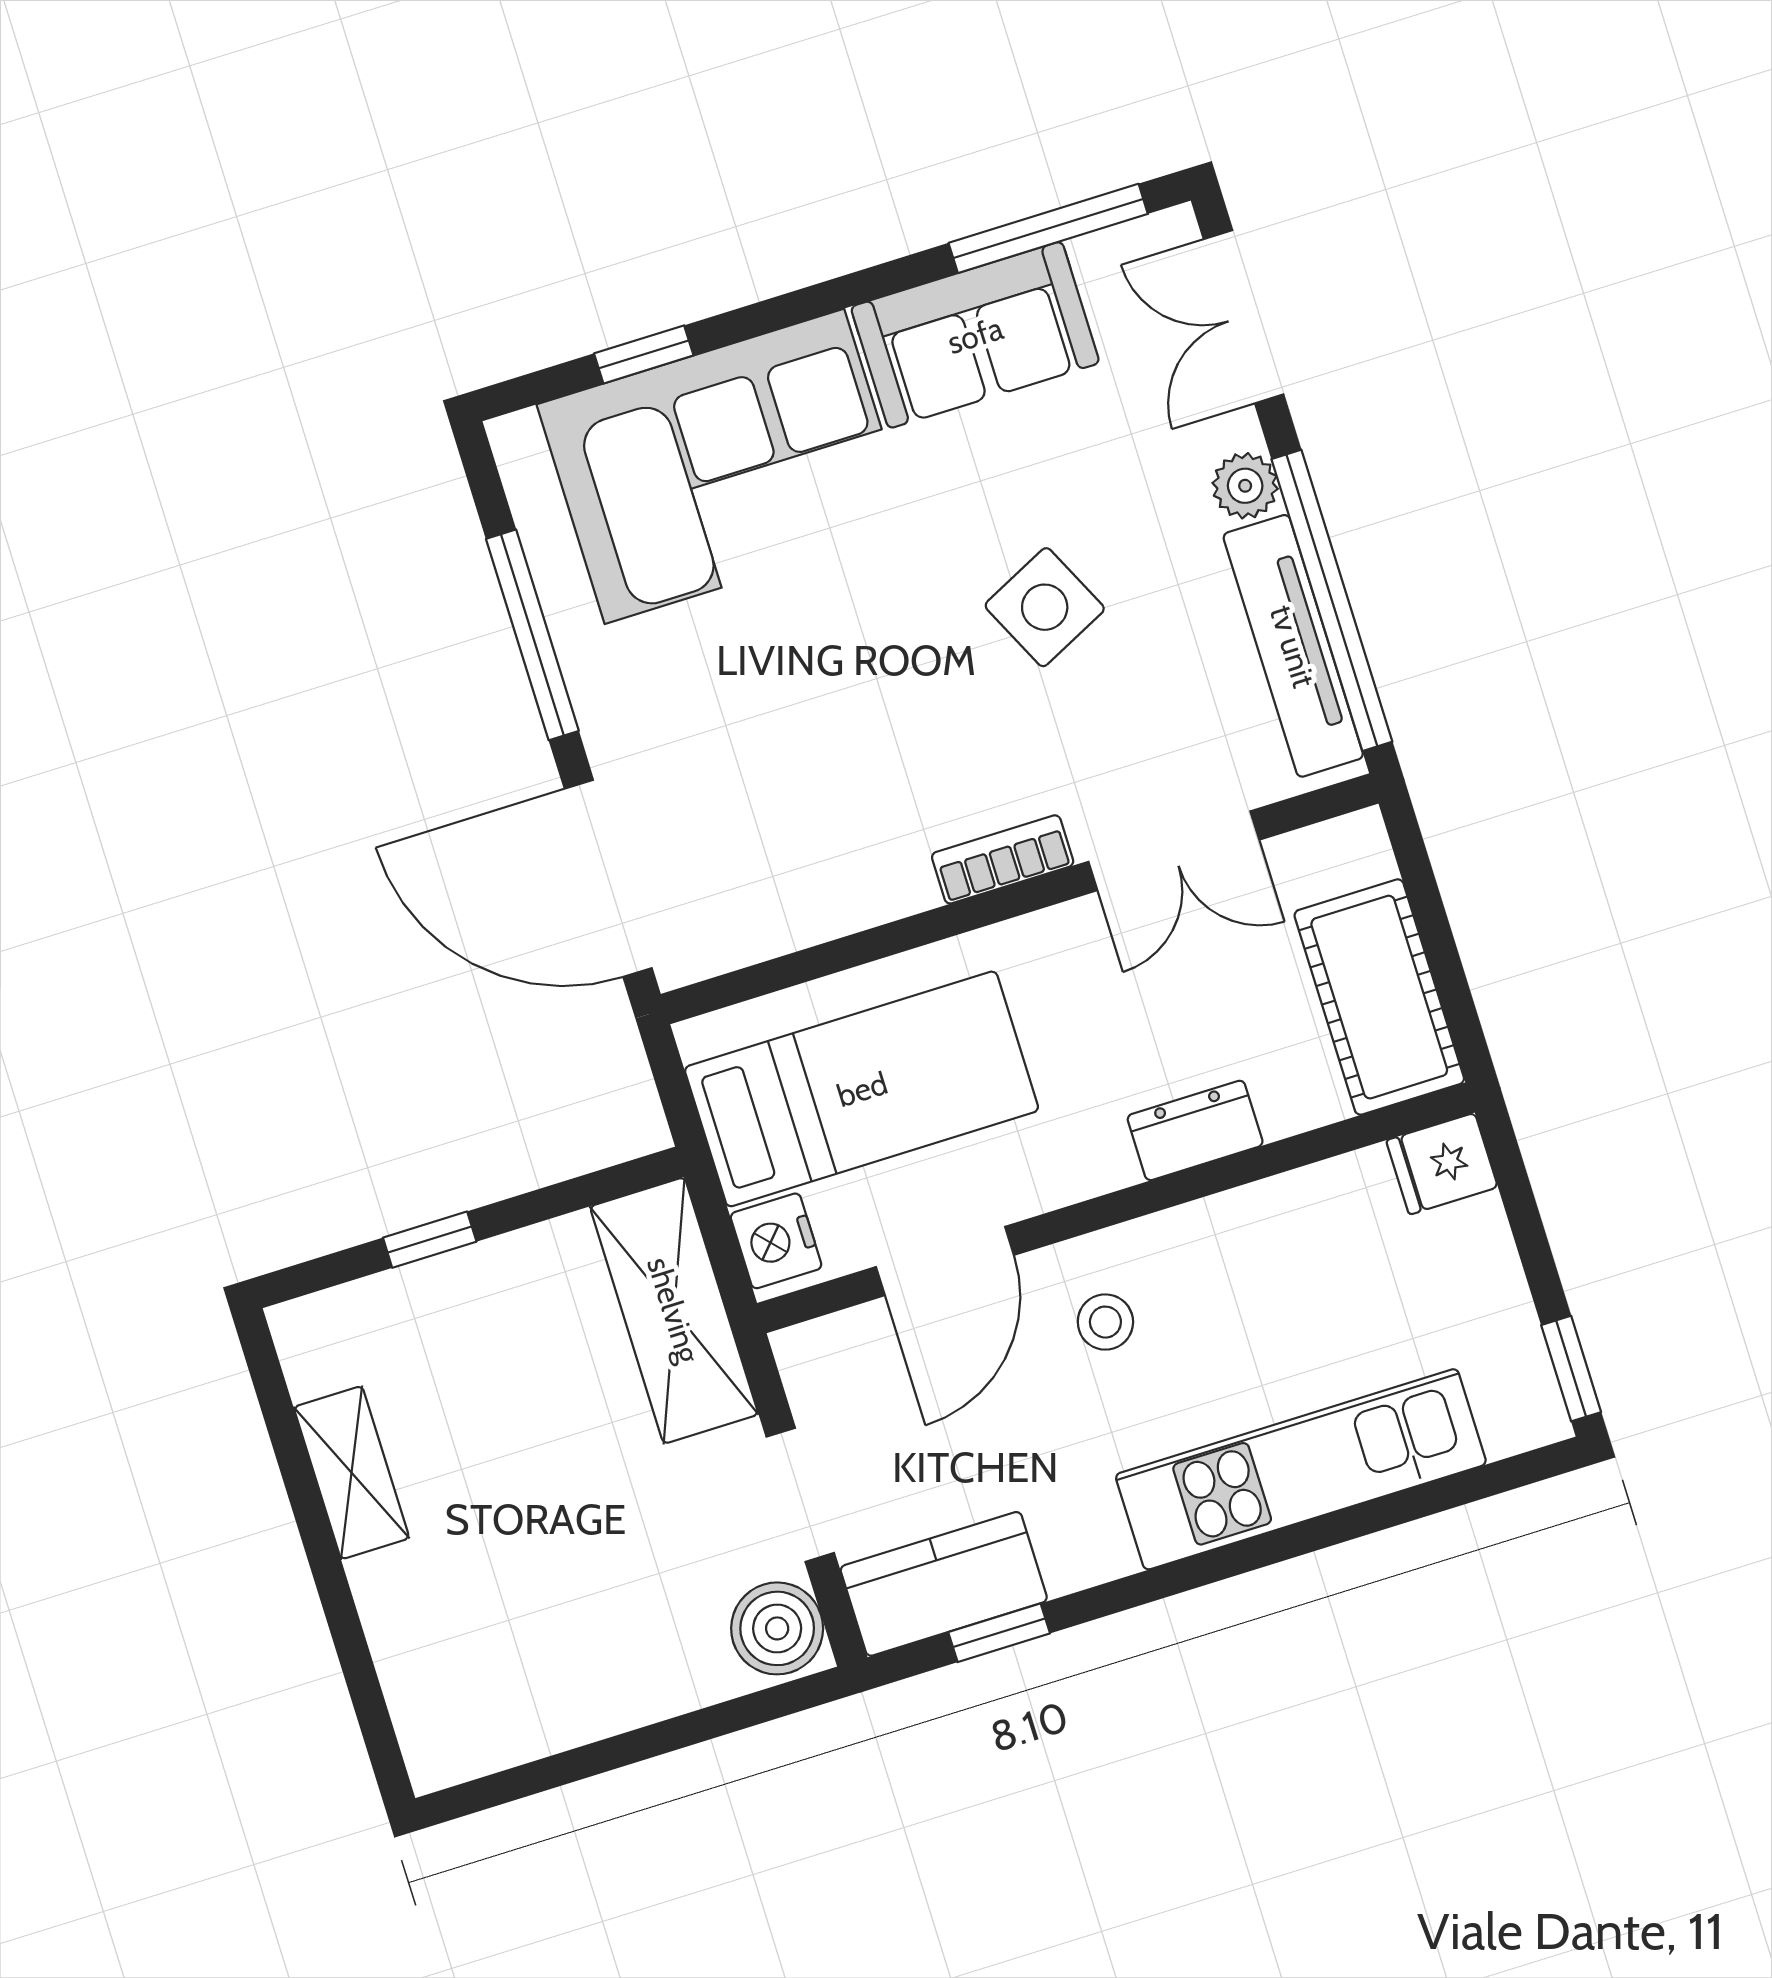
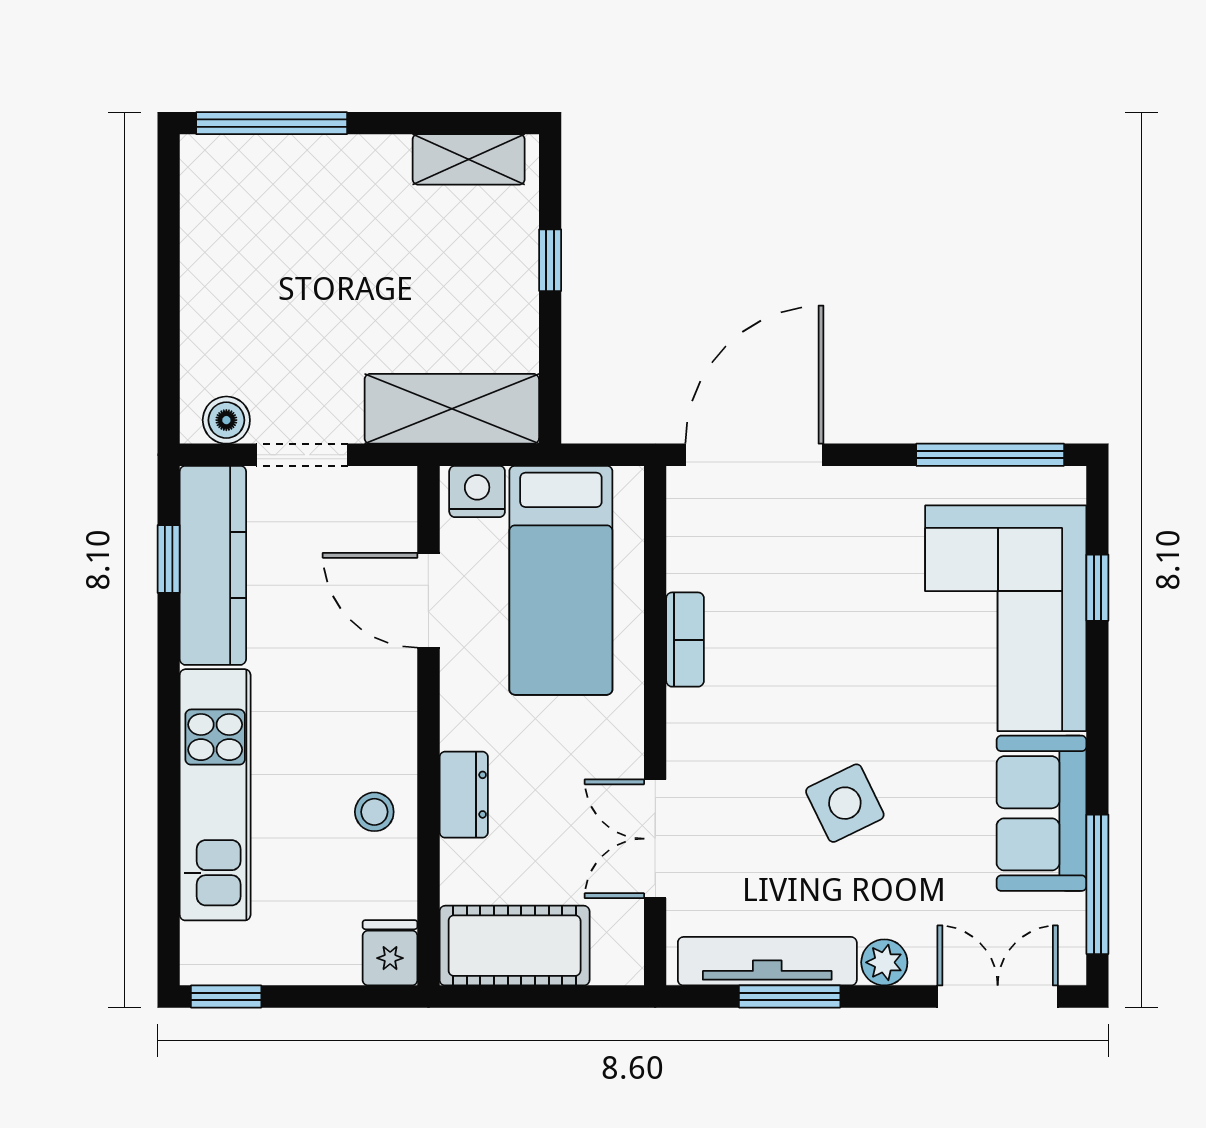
window: (1332, 600) -> (790, 997), width x0.47
window: (532, 635) -> (990, 455), moved
bookcase: (1003, 859) -> (685, 640), moved
stool: (1105, 1322) -> (374, 812), moved
shelving: (351, 1473) -> (469, 159), moved
kitchen counter: (944, 1584) -> (213, 565), width x1.50
boiler: (777, 1628) -> (226, 420), width x0.73, depth x0.73
window: (361, 1677) -> (272, 123), added

